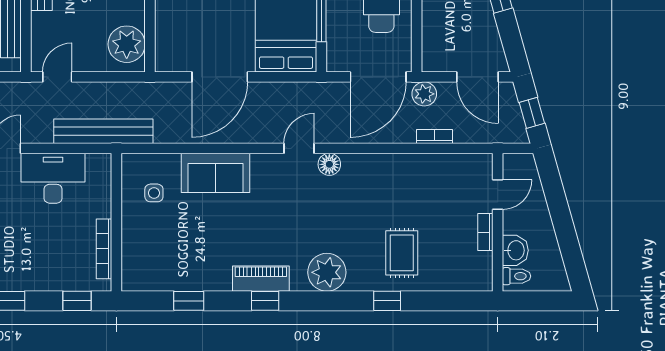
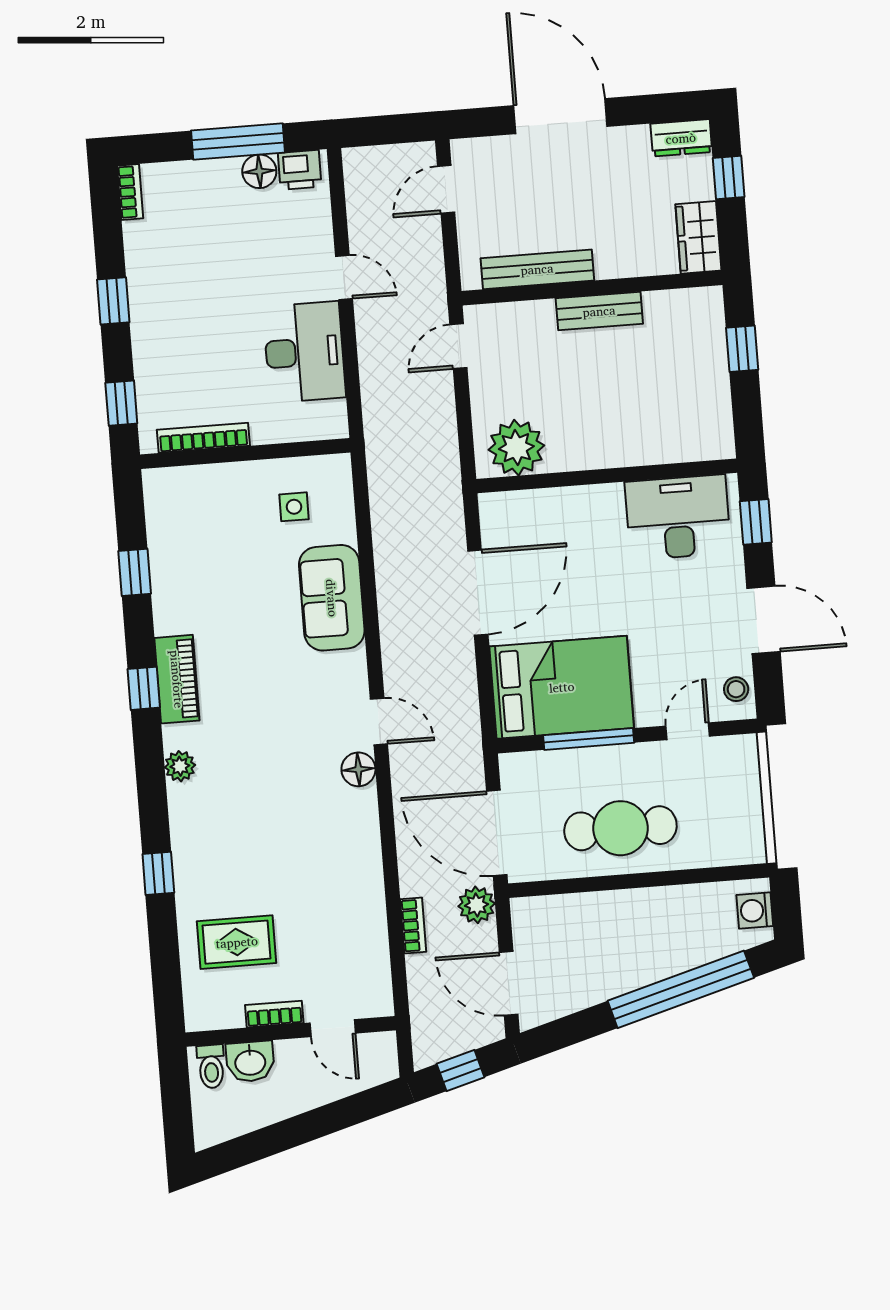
door: (57, 77) -> (458, 346), swing flipped
door: (220, 77) -> (478, 593), swing flipped
door: (477, 77) -> (509, 983), hinge flipped
bench: (103, 131) -> (382, 423), removed
rug: (402, 253) -> (237, 942), moved
plant: (327, 272) -> (180, 766), width x0.53, depth x0.53

